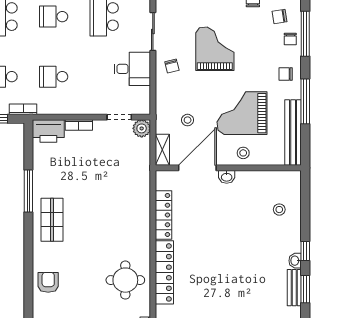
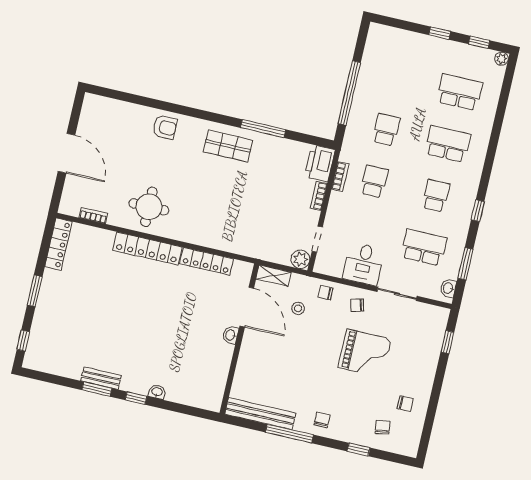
window: (305, 34) -> (359, 450), width x0.46
chair: (290, 39) -> (325, 293), moved
bookcase: (23, 109) -> (340, 177), moved
grand piano: (242, 113) -> (292, 366), removed
stool: (243, 153) -> (251, 358), removed
stool: (279, 210) -> (185, 381), removed
washbasin: (295, 261) -> (157, 392), moved

